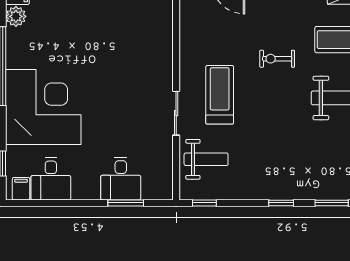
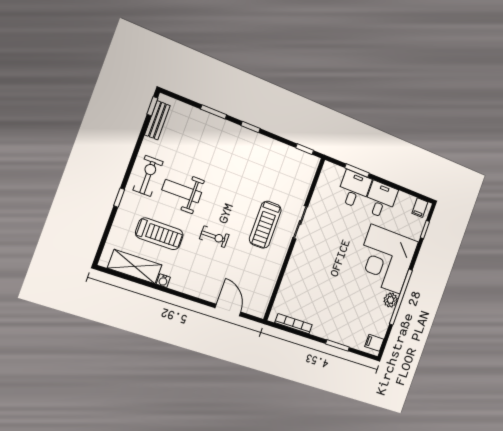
plant: (16, 16) -> (391, 300), moved
weight bench: (206, 159) -> (292, 181), removed
desk: (51, 179) -> (381, 200), moved

